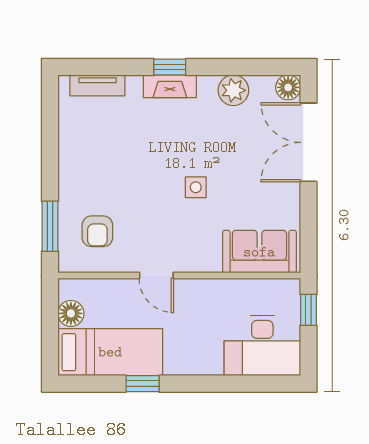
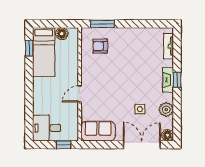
side table: (196, 187) -> (140, 109), moved
sofa: (259, 252) -> (98, 131), moved, turned -90
door: (156, 275) -> (80, 94), moved
desk: (262, 346) -> (47, 128), width x0.73
window: (143, 384) -> (29, 48), moved

